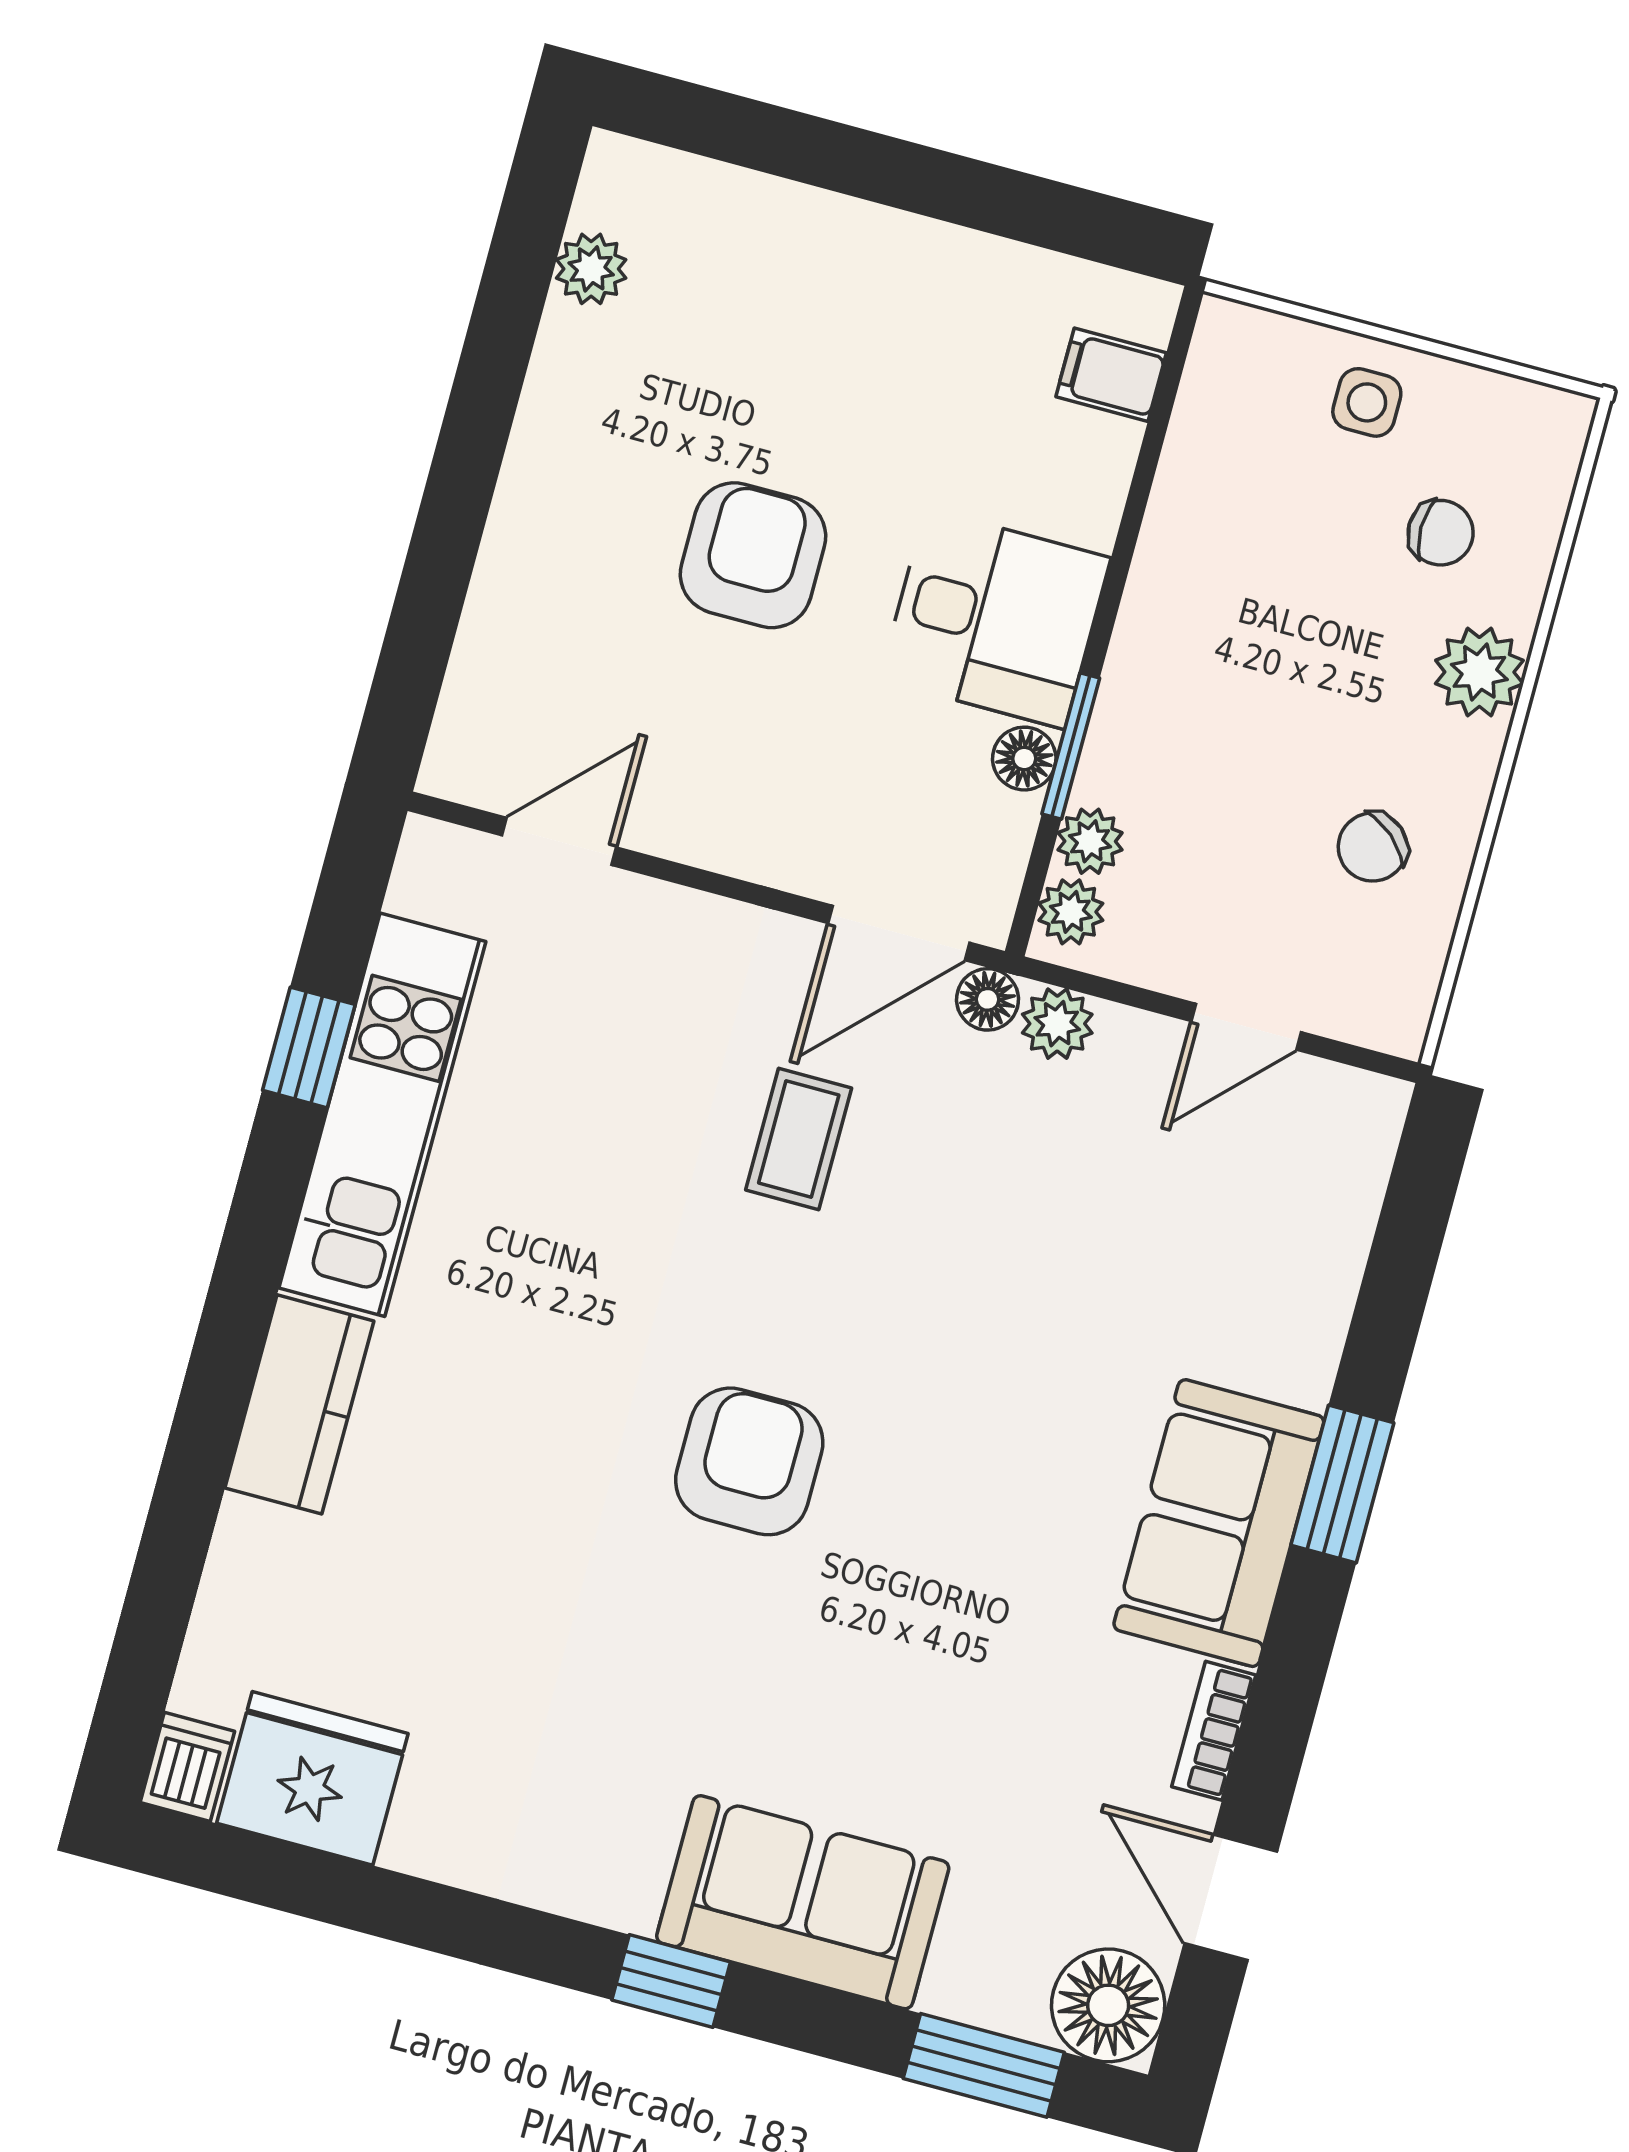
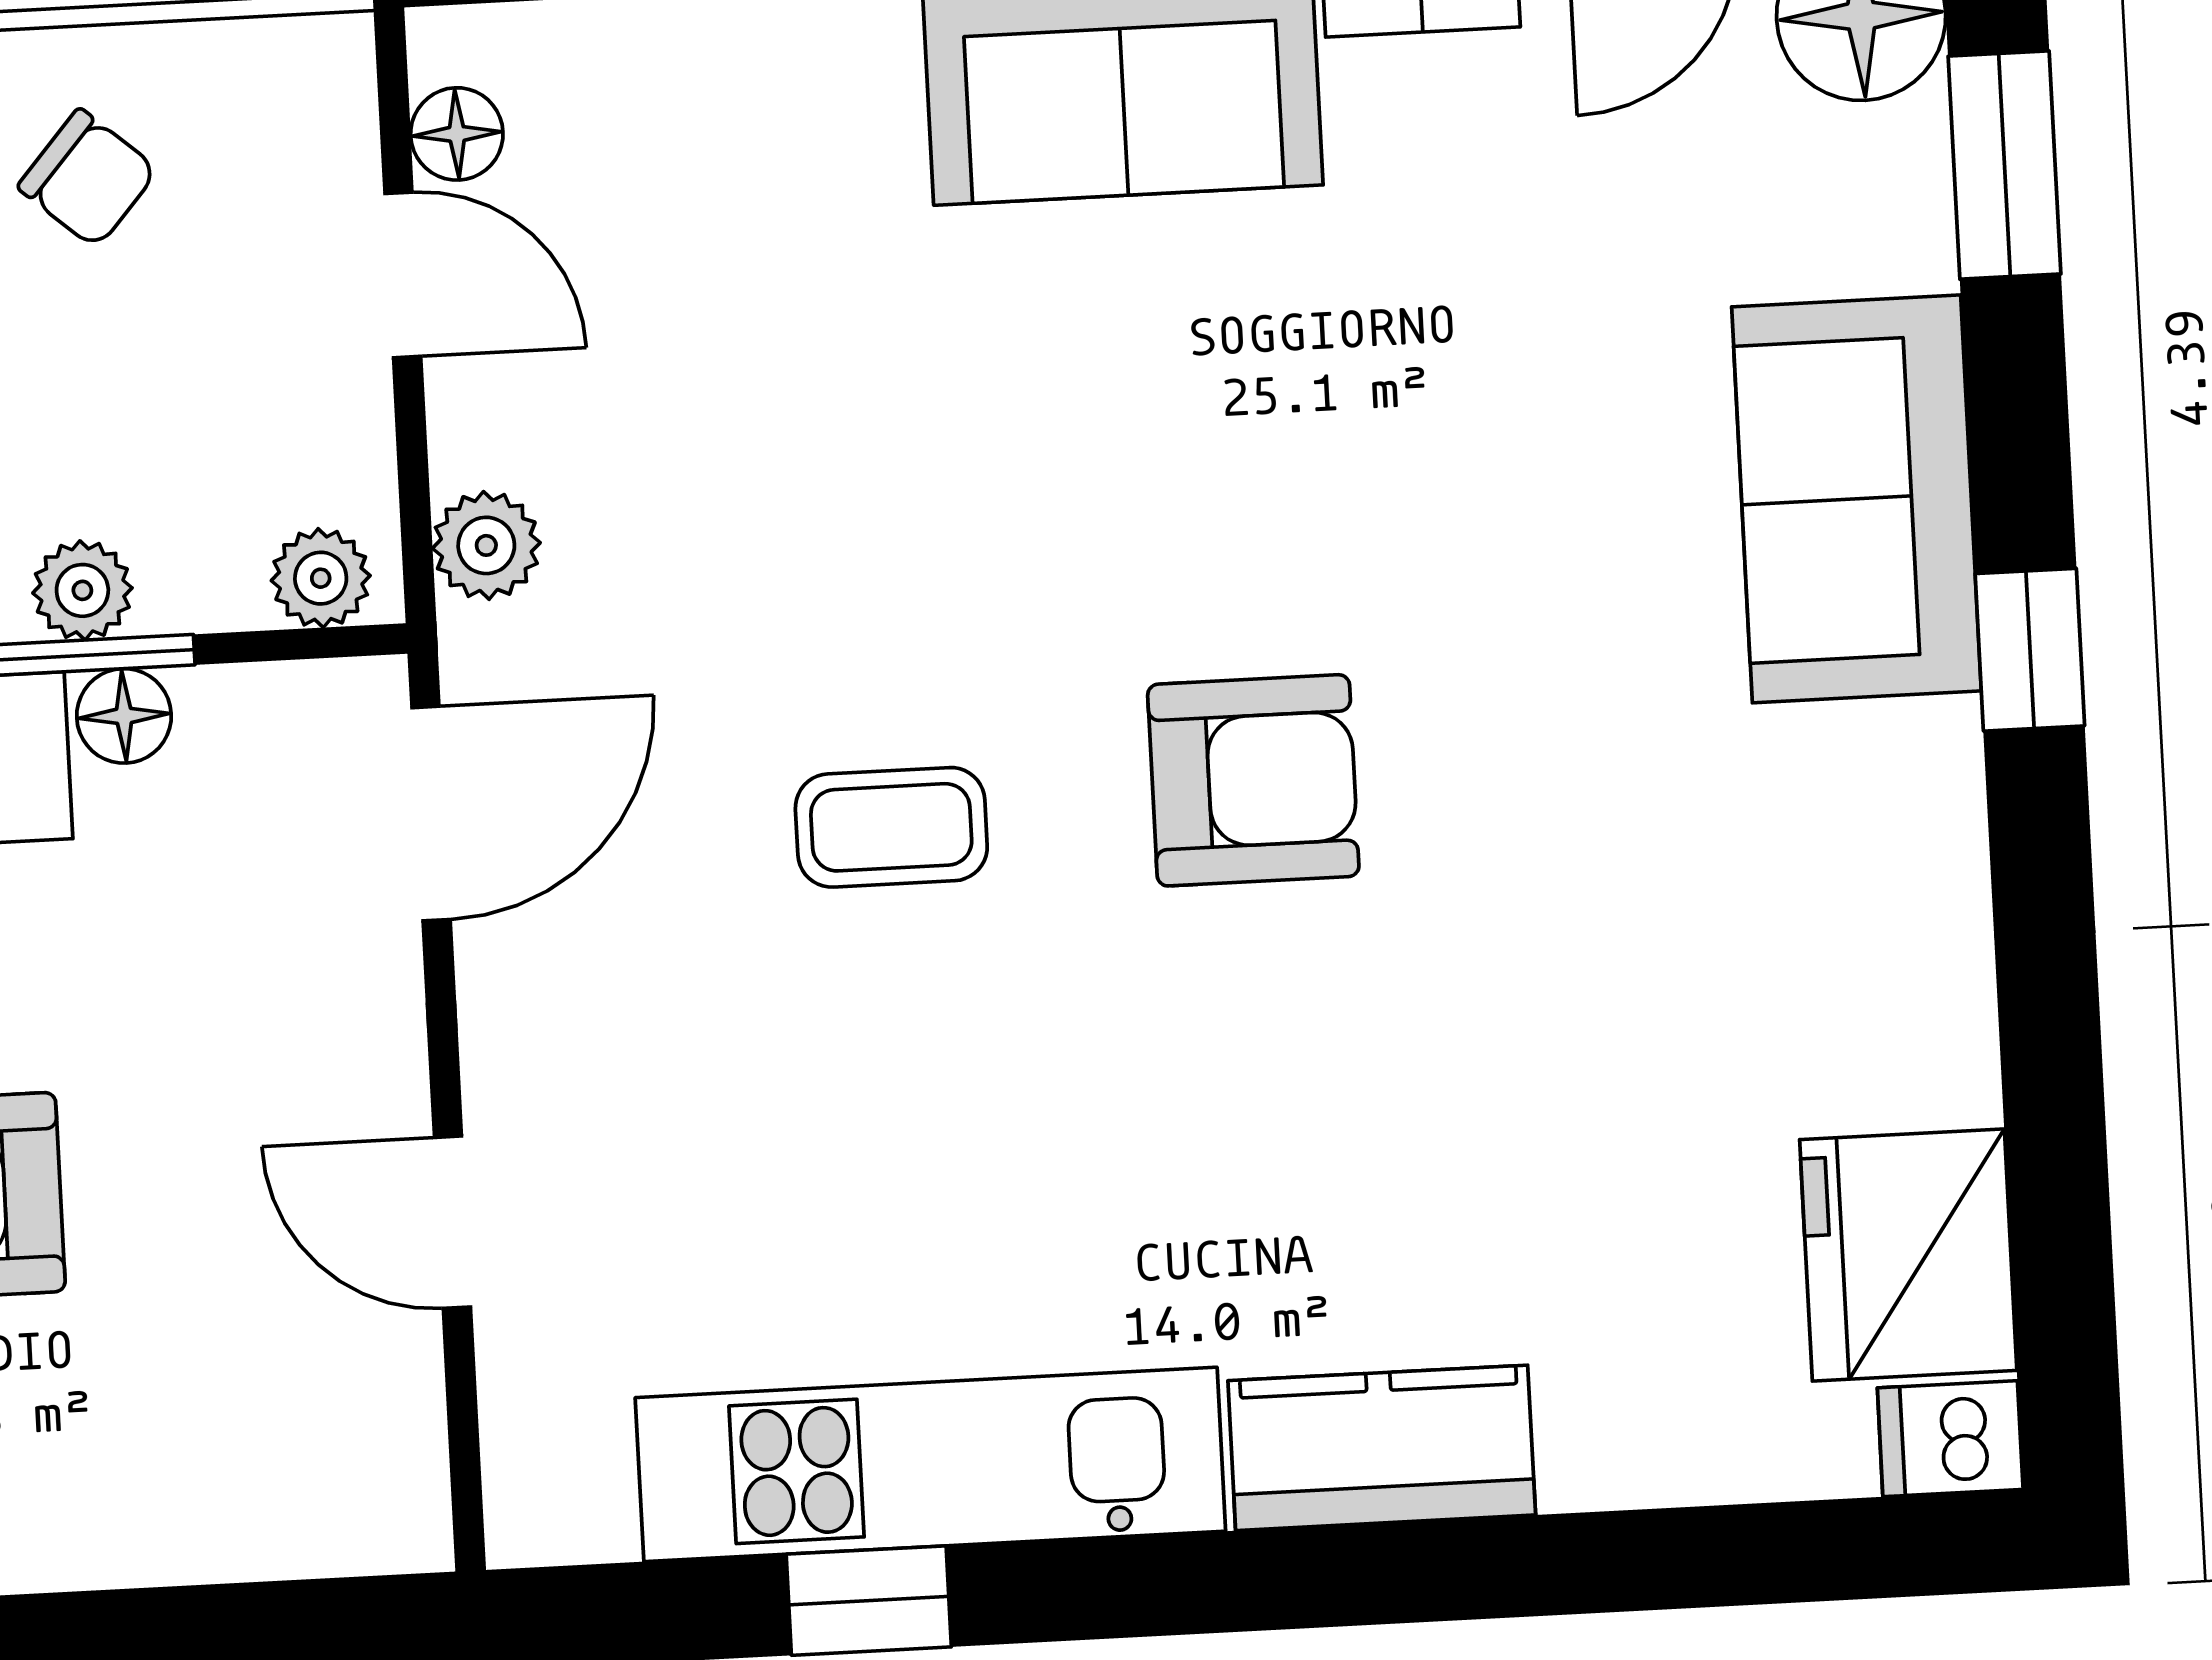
door: (559, 841) -> (452, 1222), moved
plant: (1090, 841) -> (82, 590), moved
door: (899, 933) -> (431, 814), hinge flipped
floor lamp: (988, 999) -> (457, 134), moved
coffee table: (799, 1139) -> (891, 827), moved
armchair: (749, 1461) -> (1253, 780), turned 180

